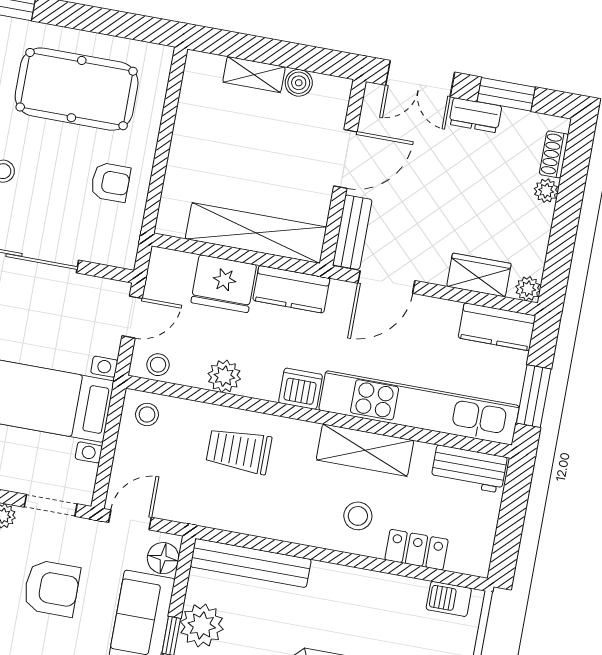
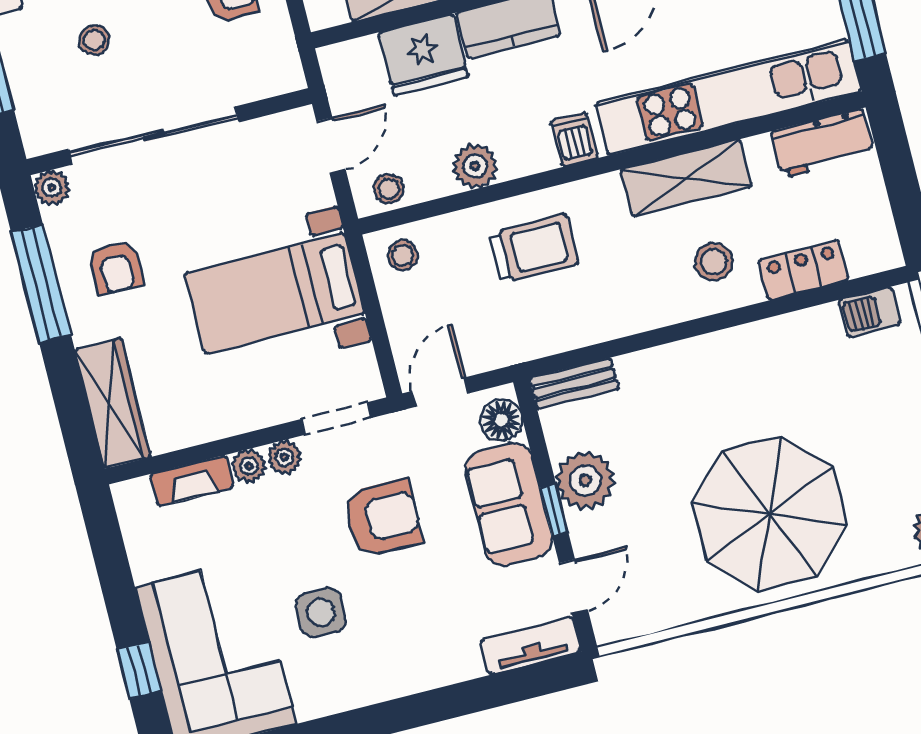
dishwasher: (300, 389) -> (574, 139), width x0.73
trolley: (239, 451) -> (534, 248), turned 180
bench: (251, 563) -> (574, 383), width x0.54, depth x0.82

